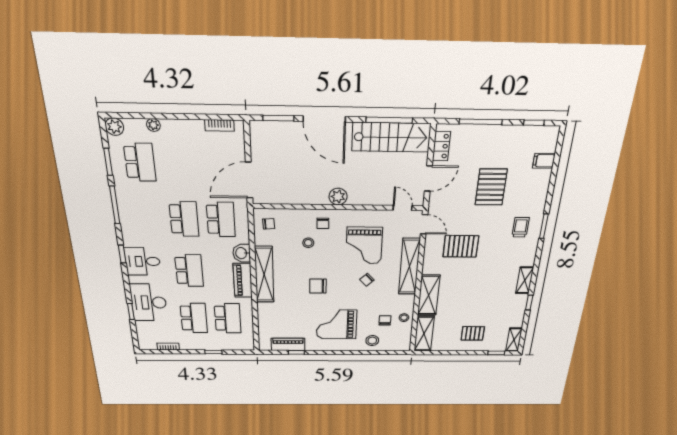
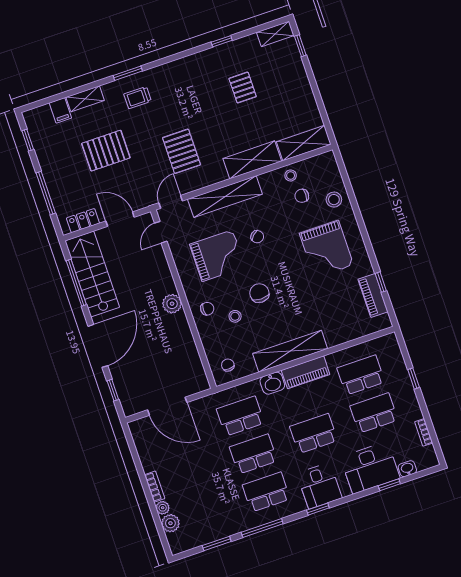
window: (278, 118) -> (113, 390), width x0.67
bookcase: (219, 125) -> (155, 487), moved
plant: (114, 127) -> (170, 523), moved
school desk: (140, 162) -> (266, 492), moved
door: (249, 180) -> (167, 406), moved
shelving: (525, 280) -> (85, 99), moved
chair: (318, 286) -> (259, 293), moved, turned 180
washbasin: (141, 328) -> (407, 469), added
pallet: (473, 333) -> (243, 88), moved

